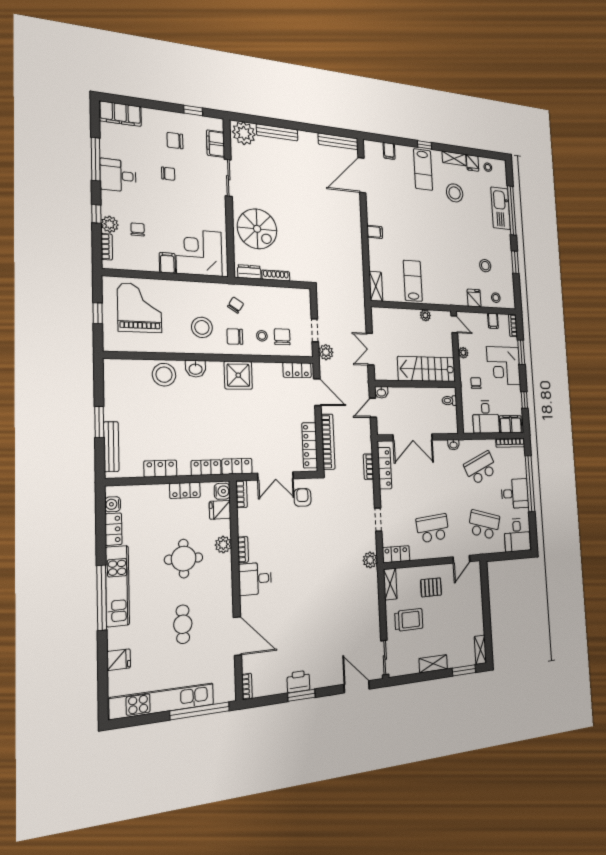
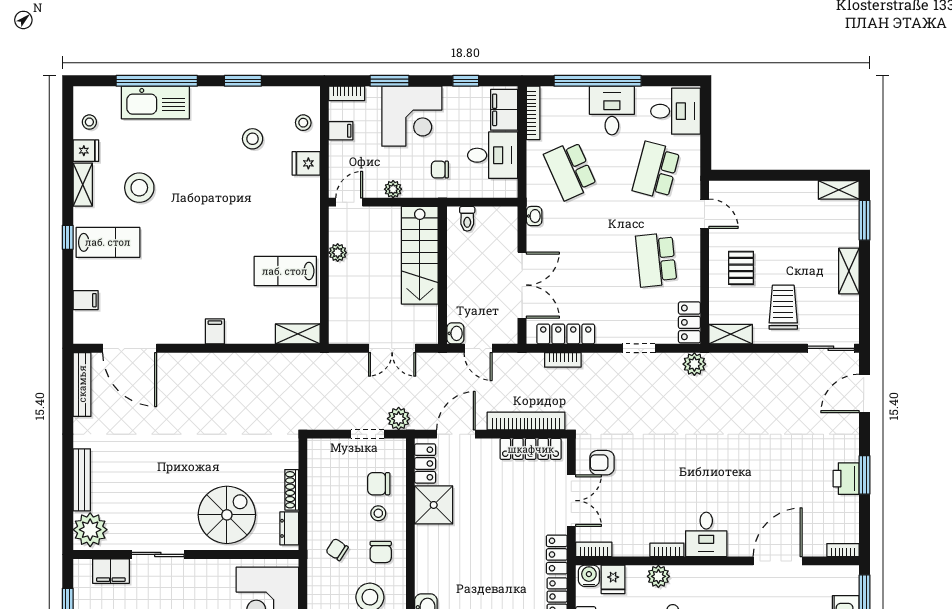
shower: (238, 375) -> (434, 505), moved

